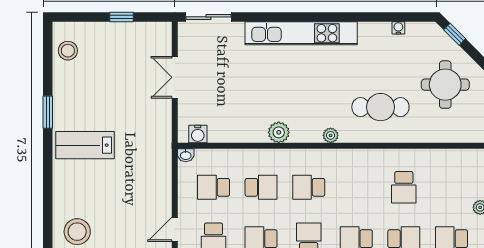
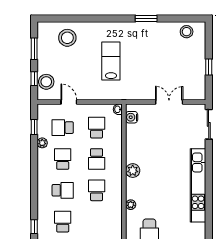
lab bench: (85, 145) -> (111, 61), moved

